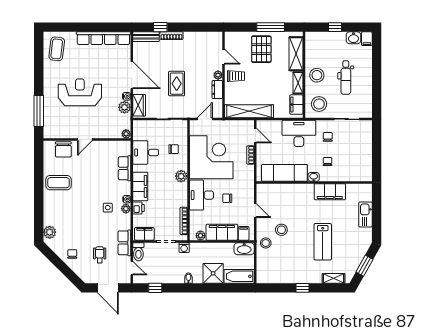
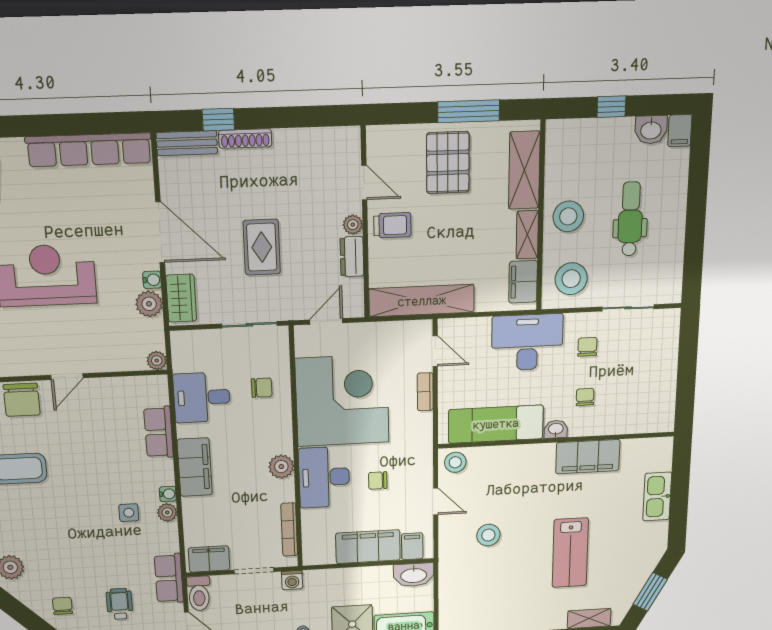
dental chair: (346, 78) -> (630, 219), turned 180
plant: (181, 176) -> (281, 467), moved
printer: (139, 208) -> (194, 510), removed
plant: (200, 236) -> (325, 555), removed
stool: (266, 243) -> (455, 462), moved

